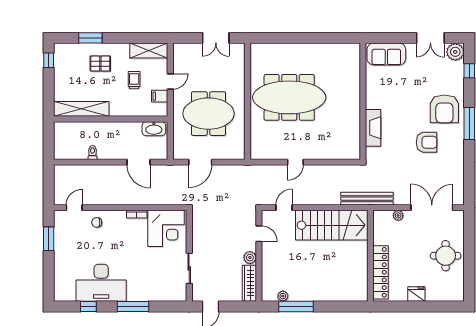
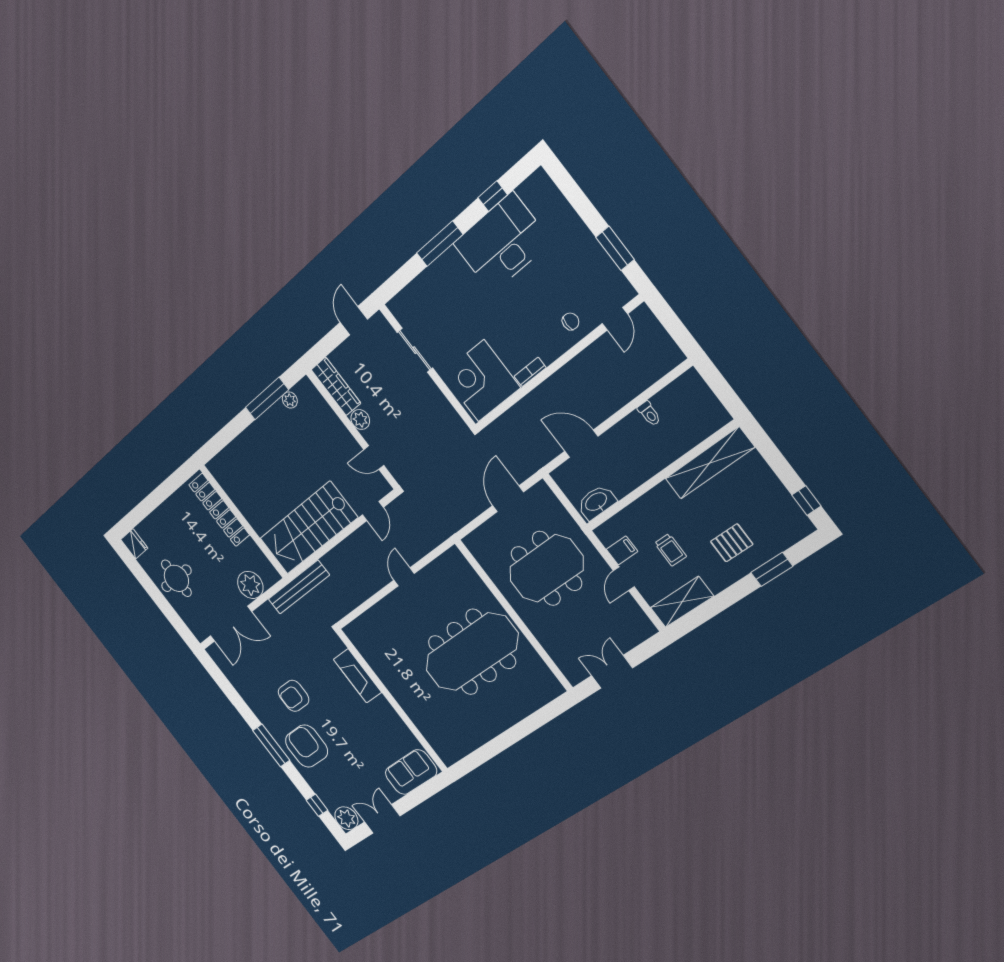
plant: (398, 215) -> (250, 585), width x1.88, depth x1.88
fridge: (416, 294) -> (134, 544), moved, turned -90

